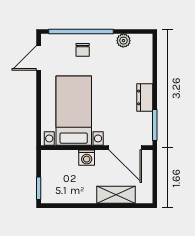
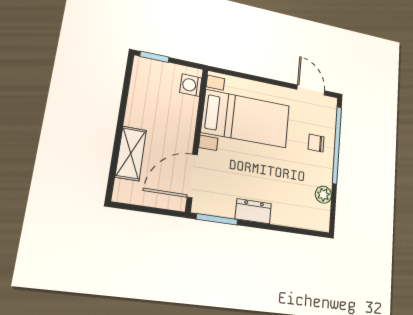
washing machine: (87, 158) -> (191, 85), moved

